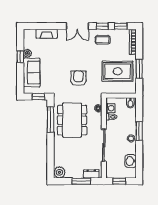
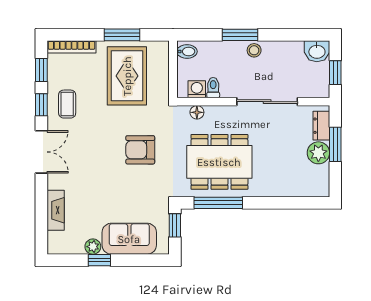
washbasin: (131, 161) -> (317, 51), moved
plant: (59, 172) -> (318, 153), moved

